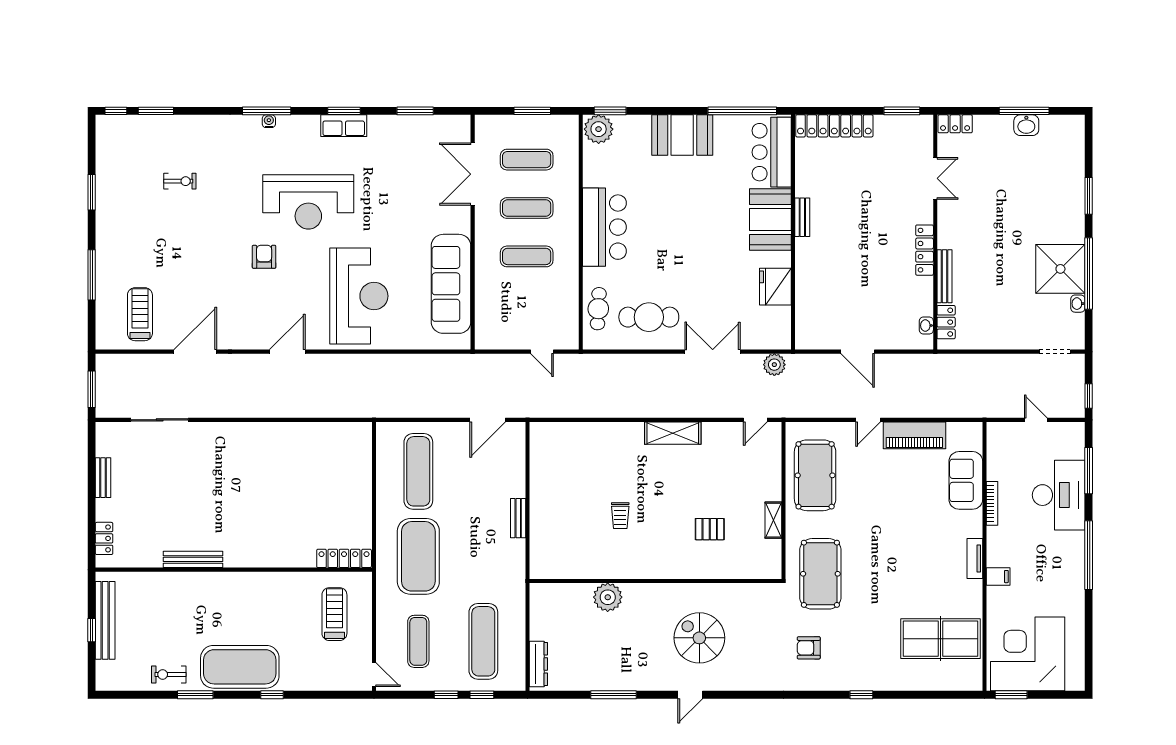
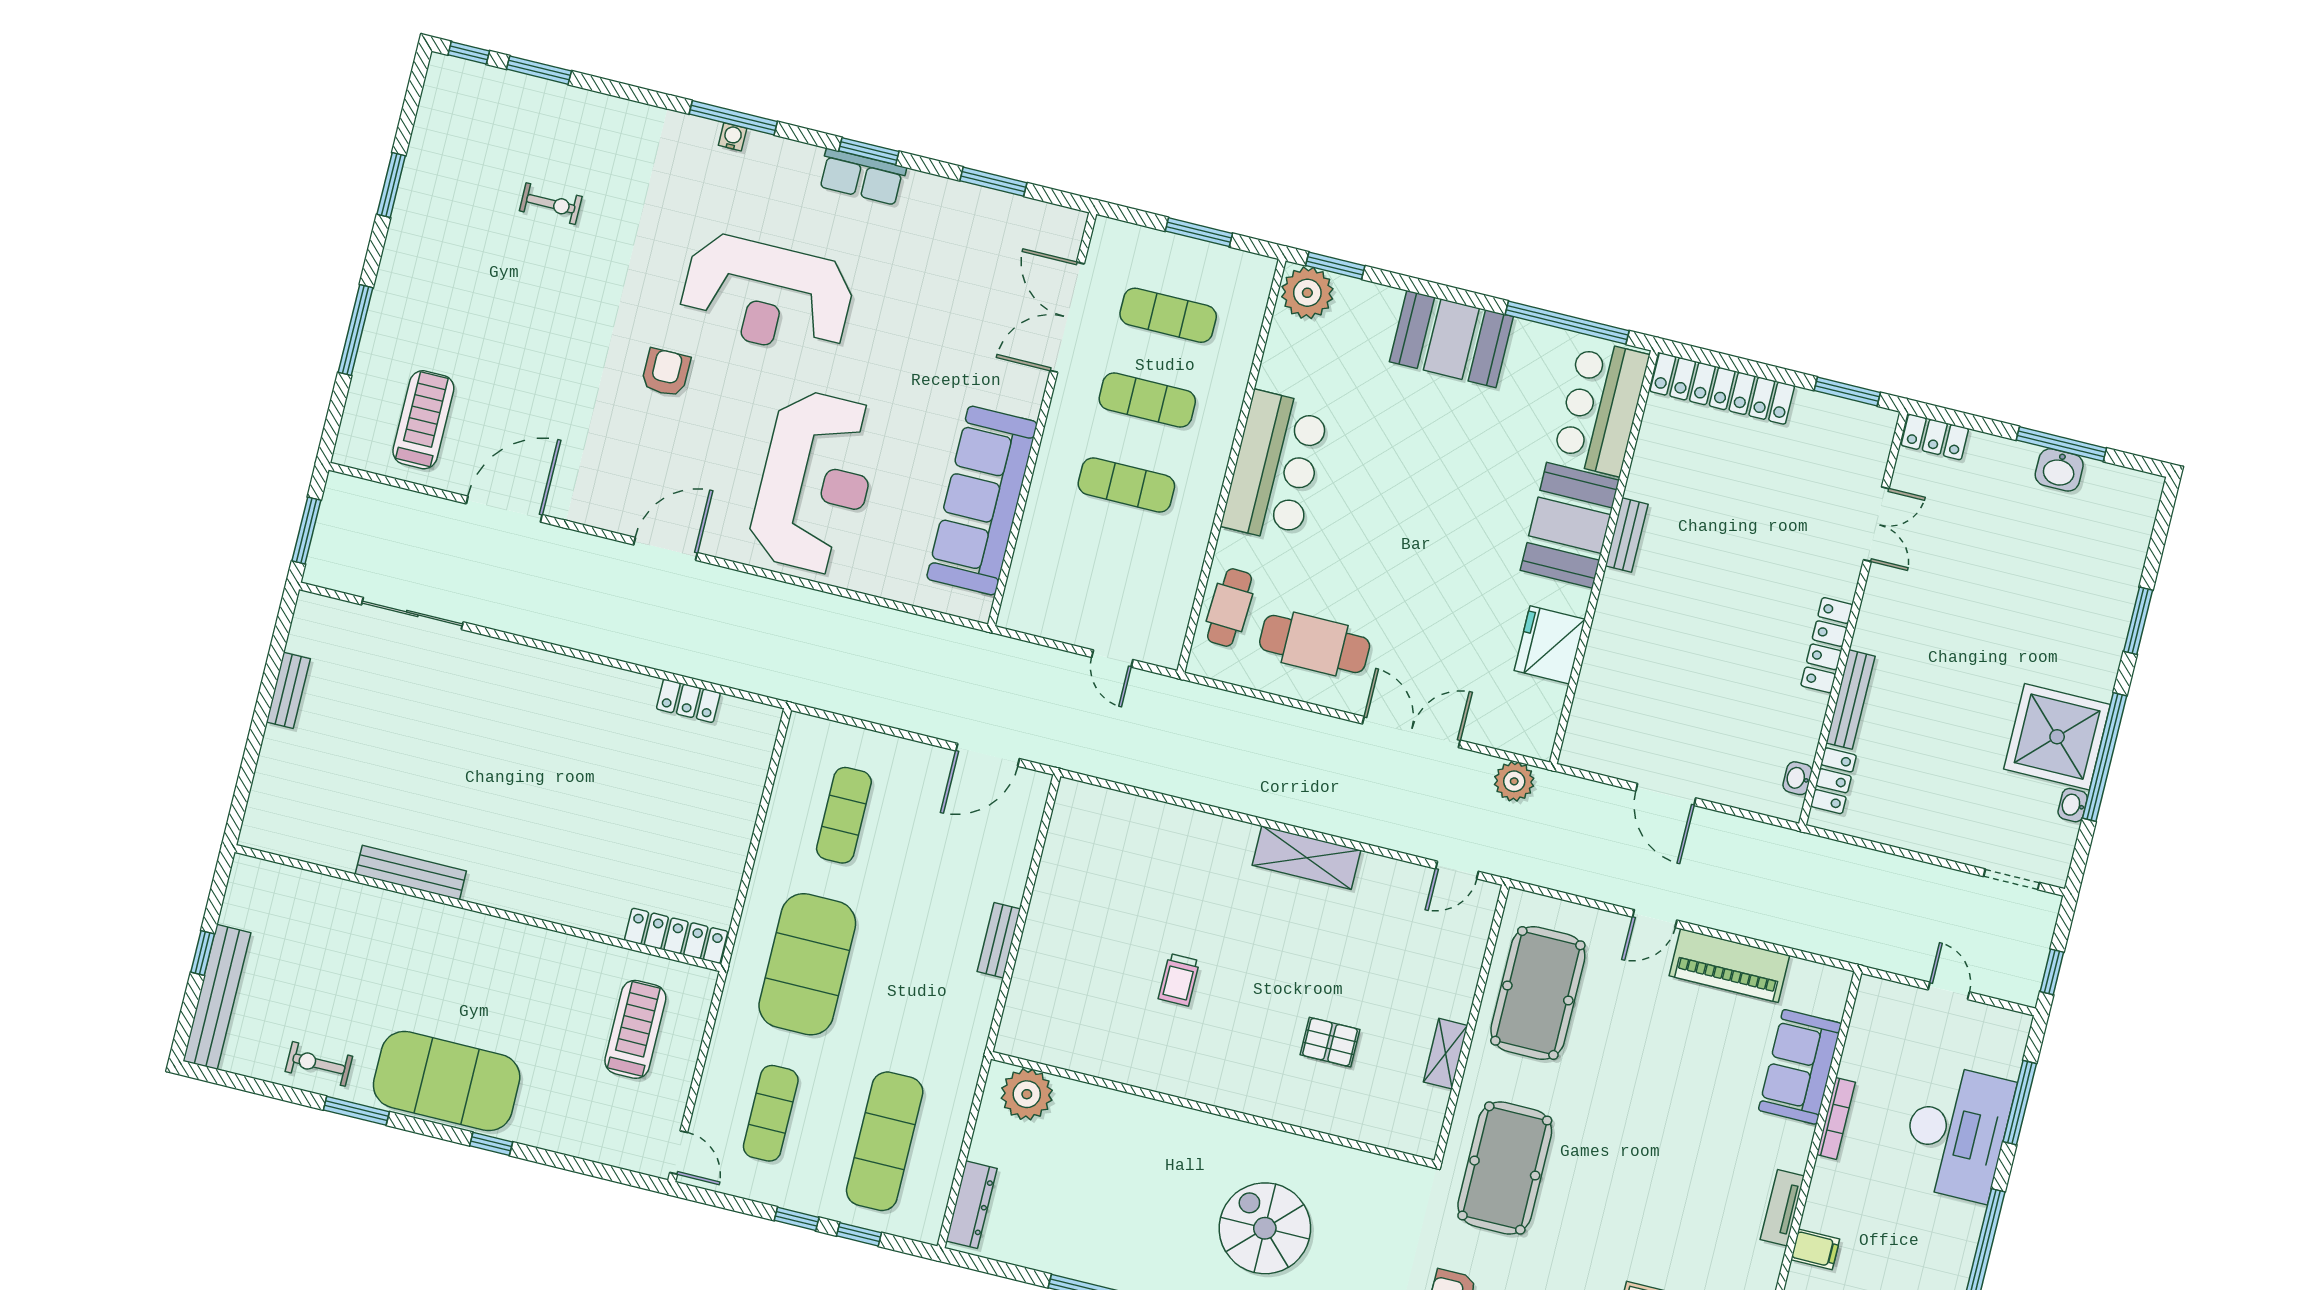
exercise mat: (418, 471) -> (844, 815), width x0.73, depth x0.69
locker: (104, 538) -> (688, 701), moved, turned 90
plant: (608, 597) -> (1027, 1094), moved
bench: (105, 620) -> (217, 997), moved

